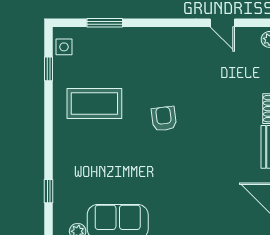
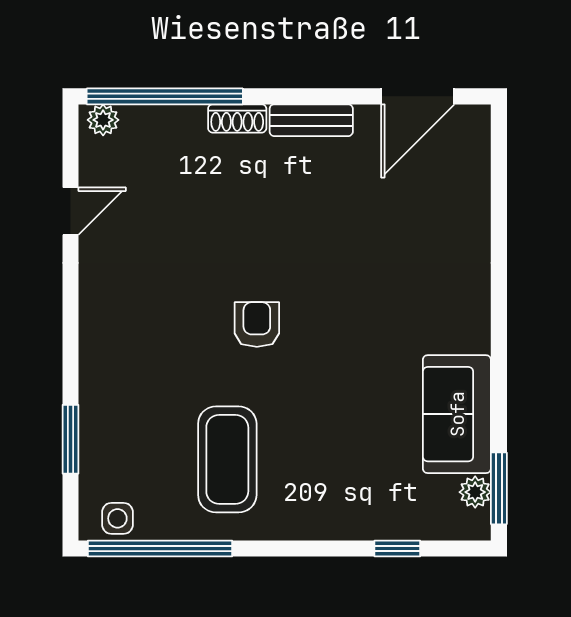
window: (48, 69) -> (160, 548), width x3.17
armchair: (164, 119) -> (257, 325), turned 97

